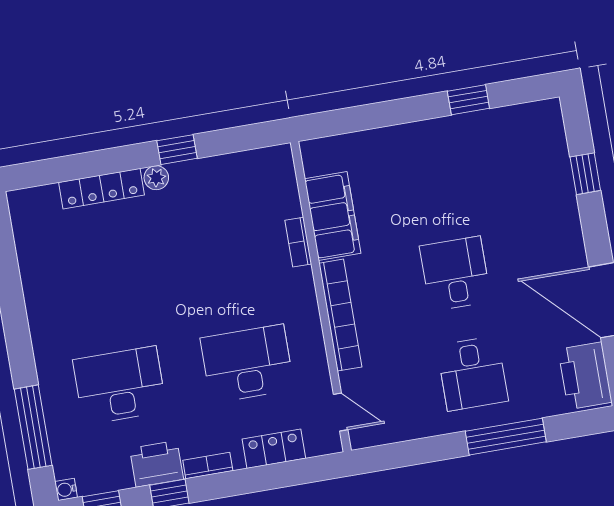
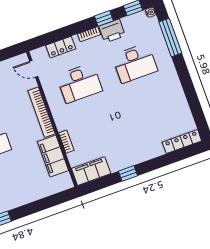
filing cabinet: (256, 169) -> (91, 171), added
plant: (156, 178) -> (135, 159), removed
locker: (102, 189) -> (182, 142), moved

